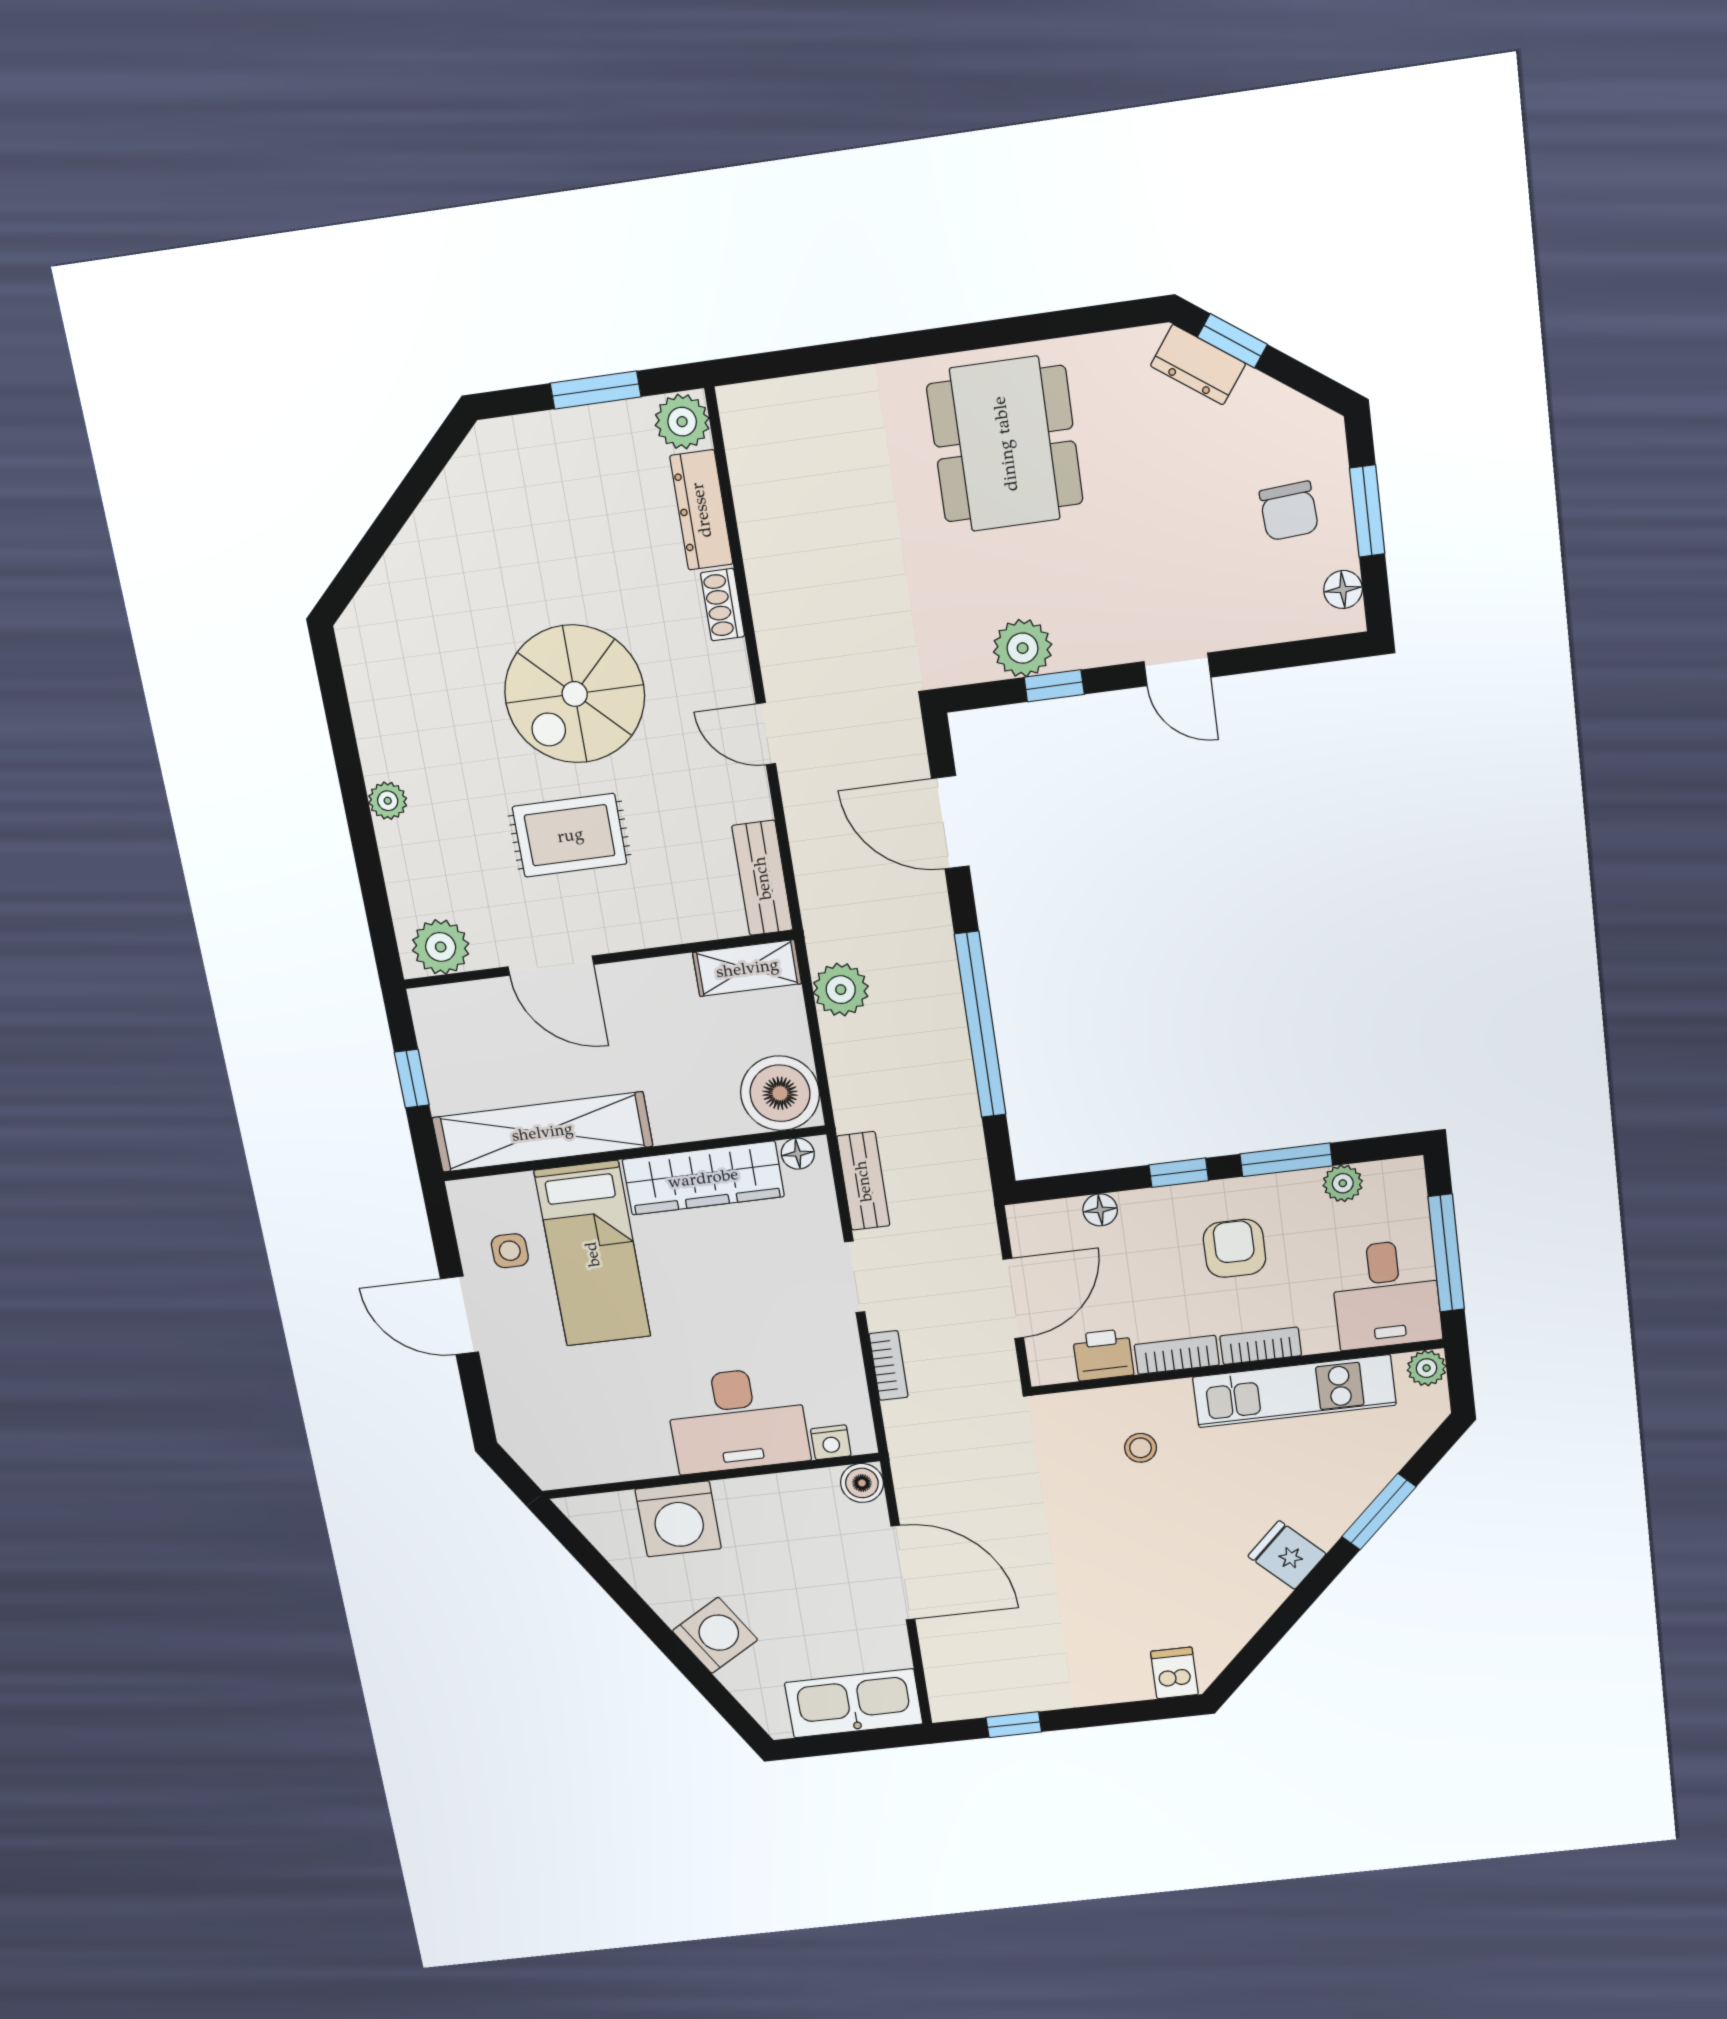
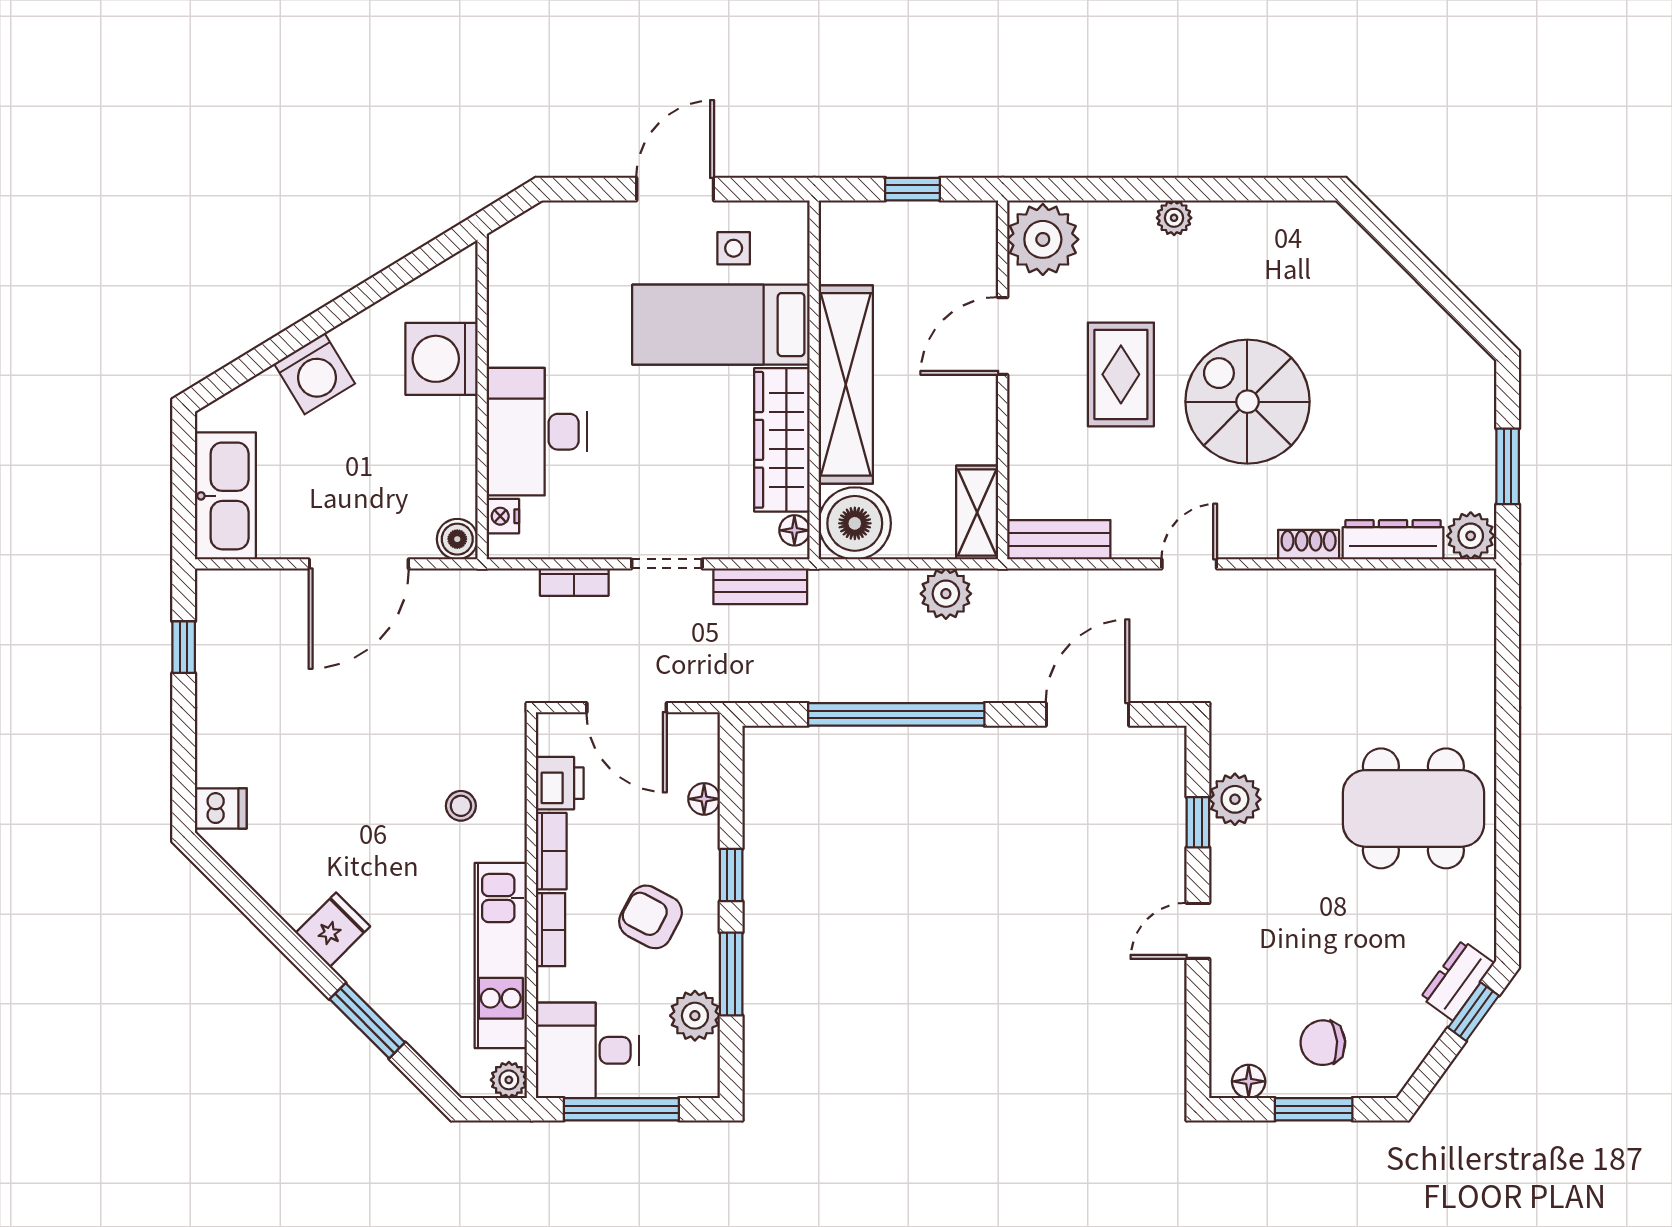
plant: (441, 947) -> (1043, 239), width x1.36, depth x1.36
shelving: (542, 1132) -> (846, 384), moved
plant: (1343, 1183) -> (695, 1016), width x1.38, depth x1.38
armchair: (1234, 1248) -> (651, 917), turned -152

